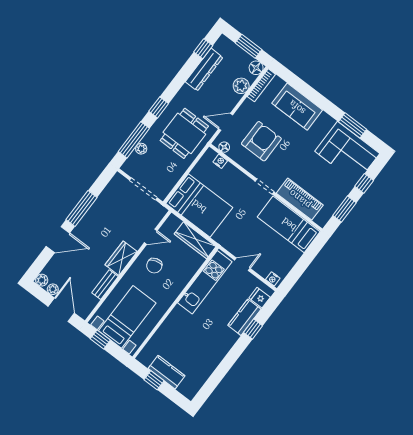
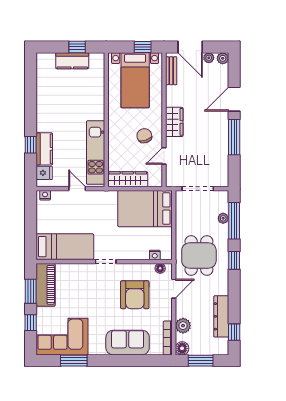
piano: (300, 199) -> (46, 285), moved, turned -90
door: (242, 264) -> (77, 189), swing flipped
bench: (105, 285) -> (171, 71), moved

